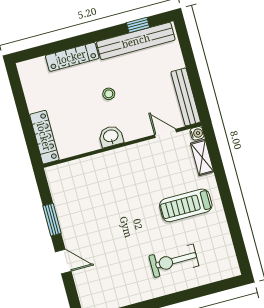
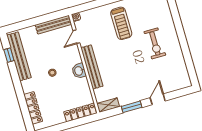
locker: (72, 57) -> (33, 108), moved
bench: (117, 157) -> (92, 67), added
shelving: (202, 157) -> (108, 105), moved
exercise bike: (174, 261) -> (155, 43), moved

